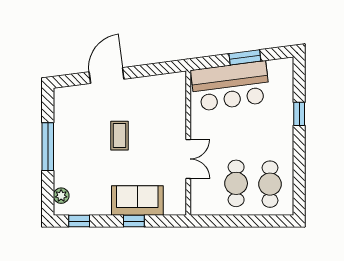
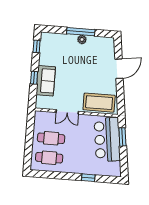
window: (245, 57) -> (122, 137), moved
door: (107, 75) -> (119, 69), hinge flipped
coffee table: (119, 136) -> (99, 103), moved, width x1.86, depth x1.72
plant: (61, 196) -> (82, 40), moved

